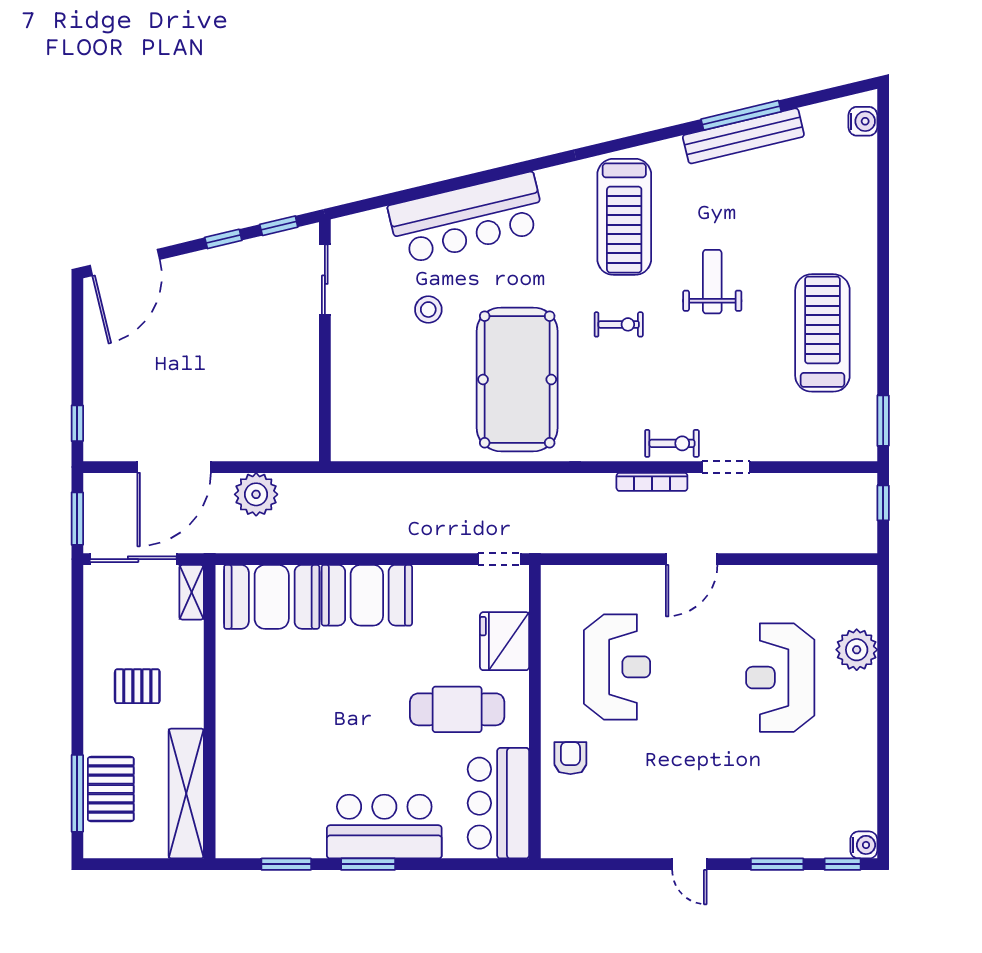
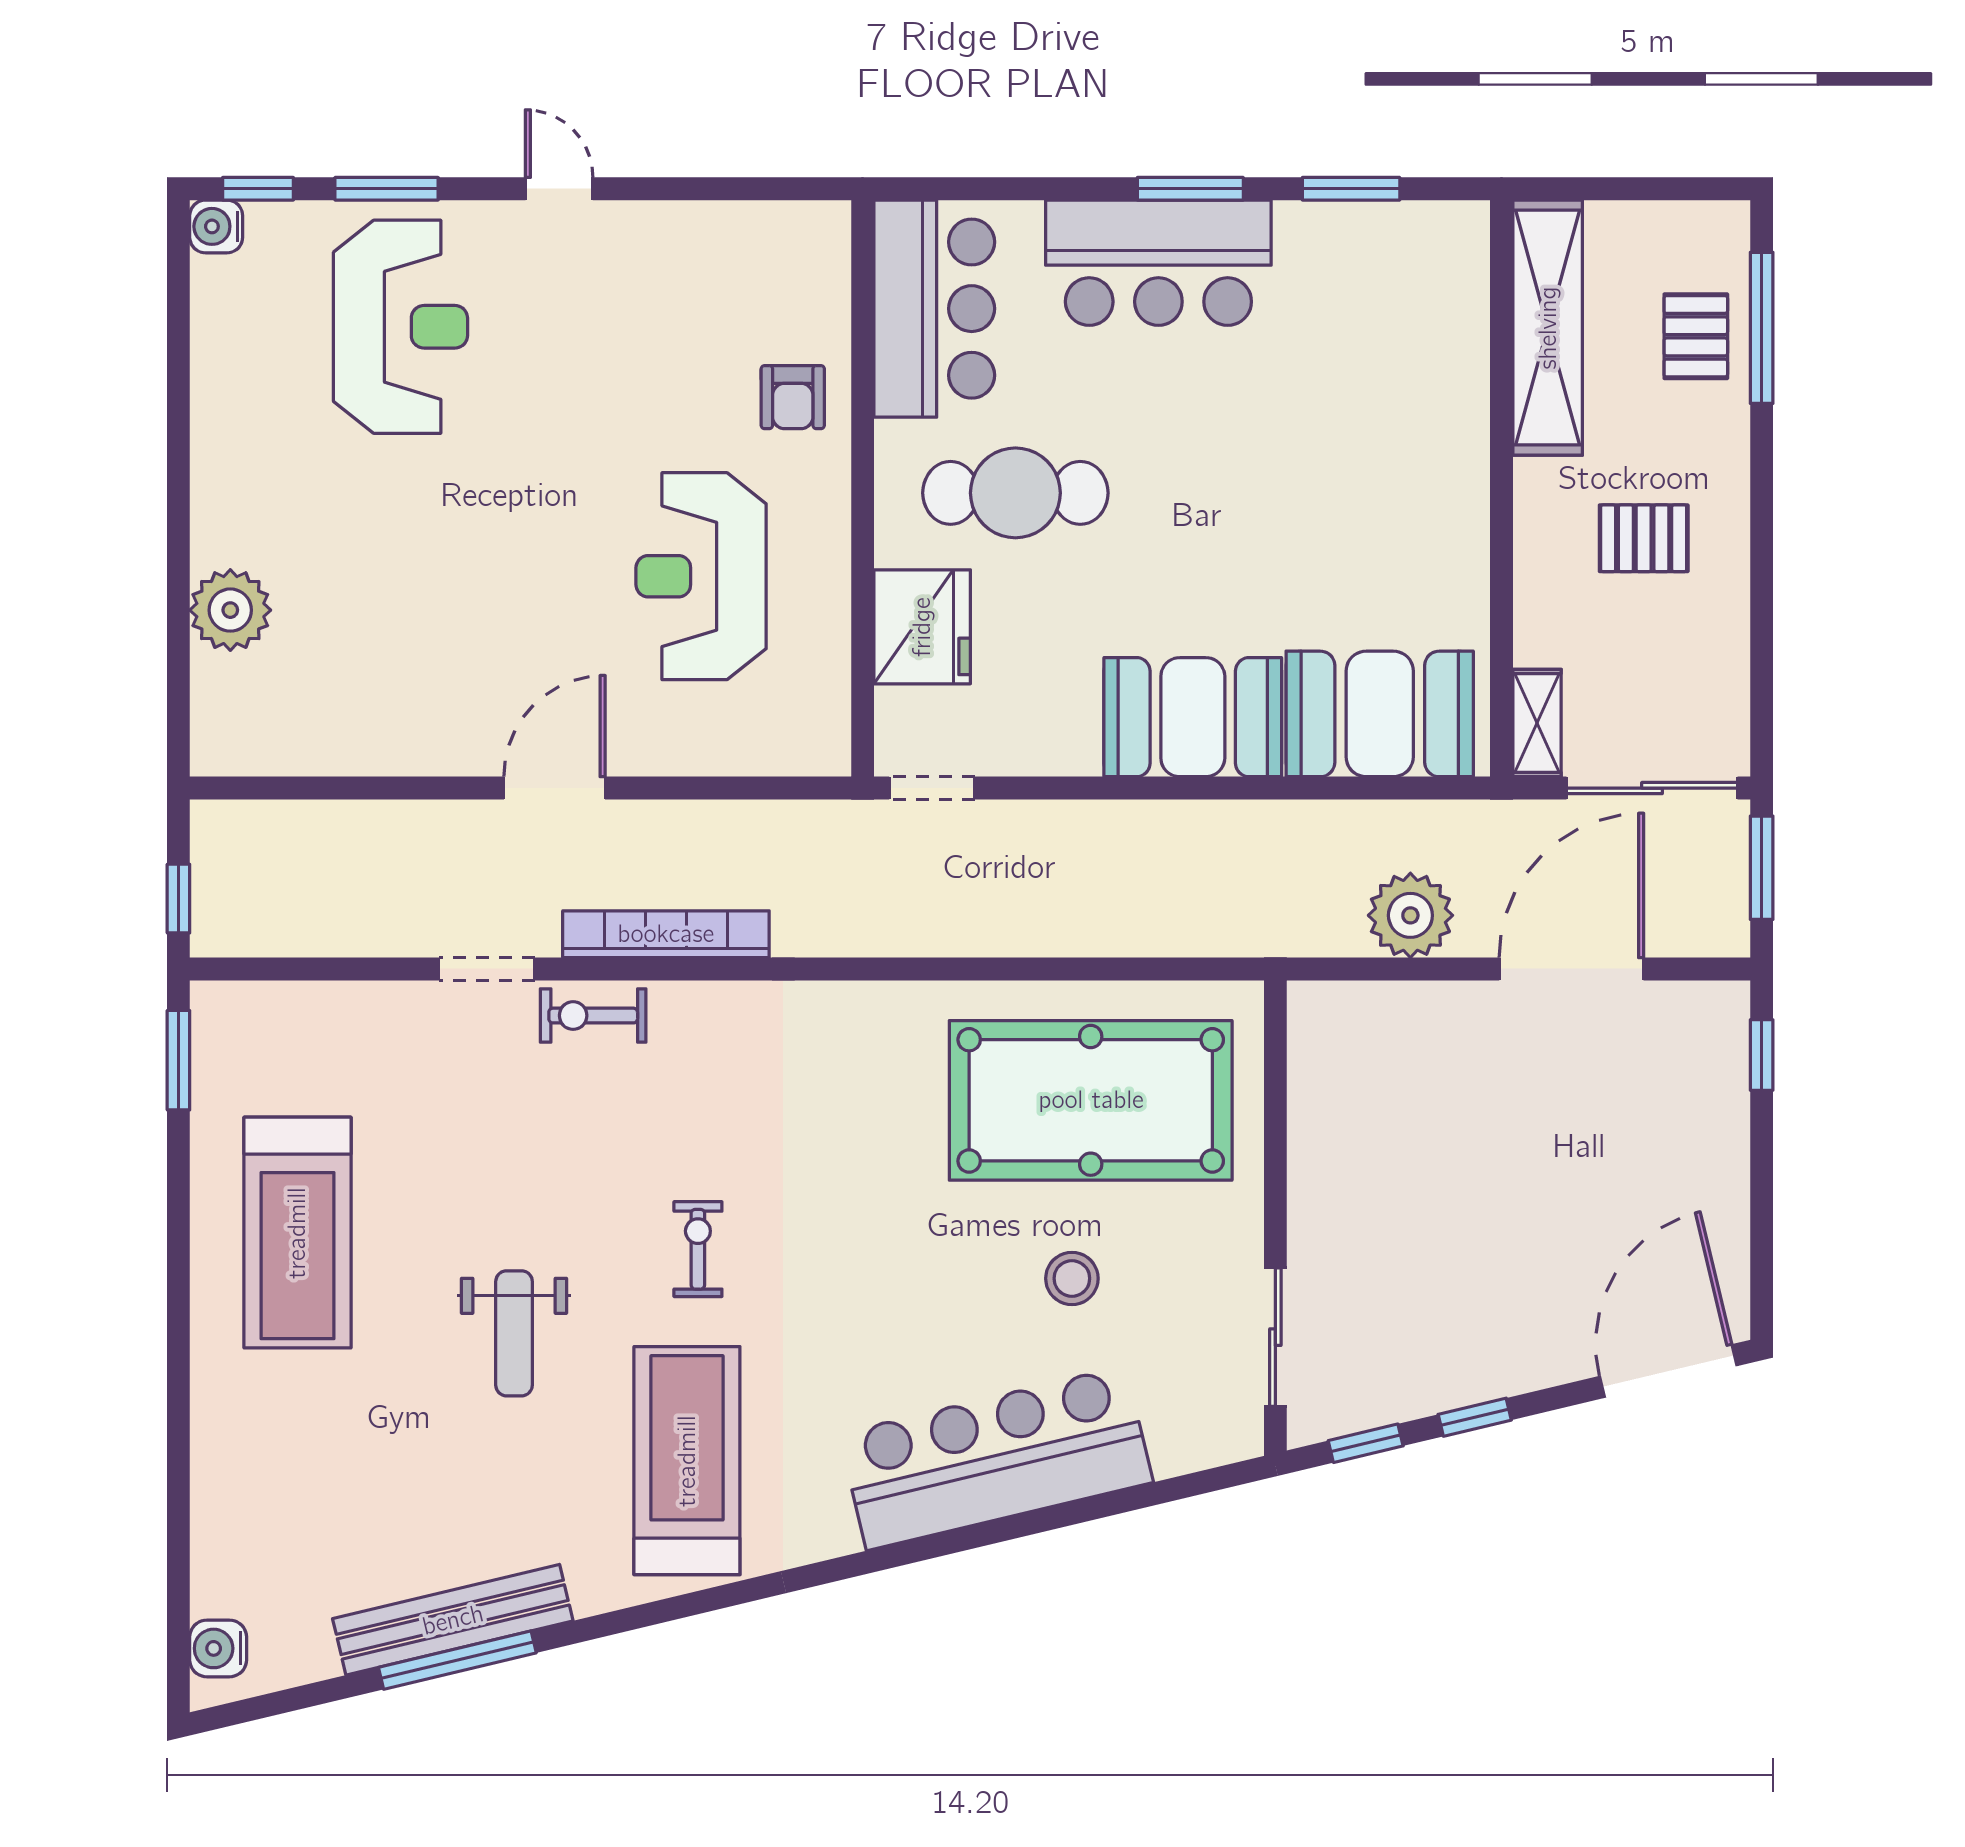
exercise bike: (619, 324) -> (698, 1249), turned 90
pool table: (517, 379) -> (1091, 1100), moved, turned 90
bookcase: (652, 482) -> (666, 934), width x1.48, depth x1.31
reception desk: (780, 678) -> (401, 327), moved
pallet: (111, 789) -> (1696, 336), width x0.67, depth x0.71

